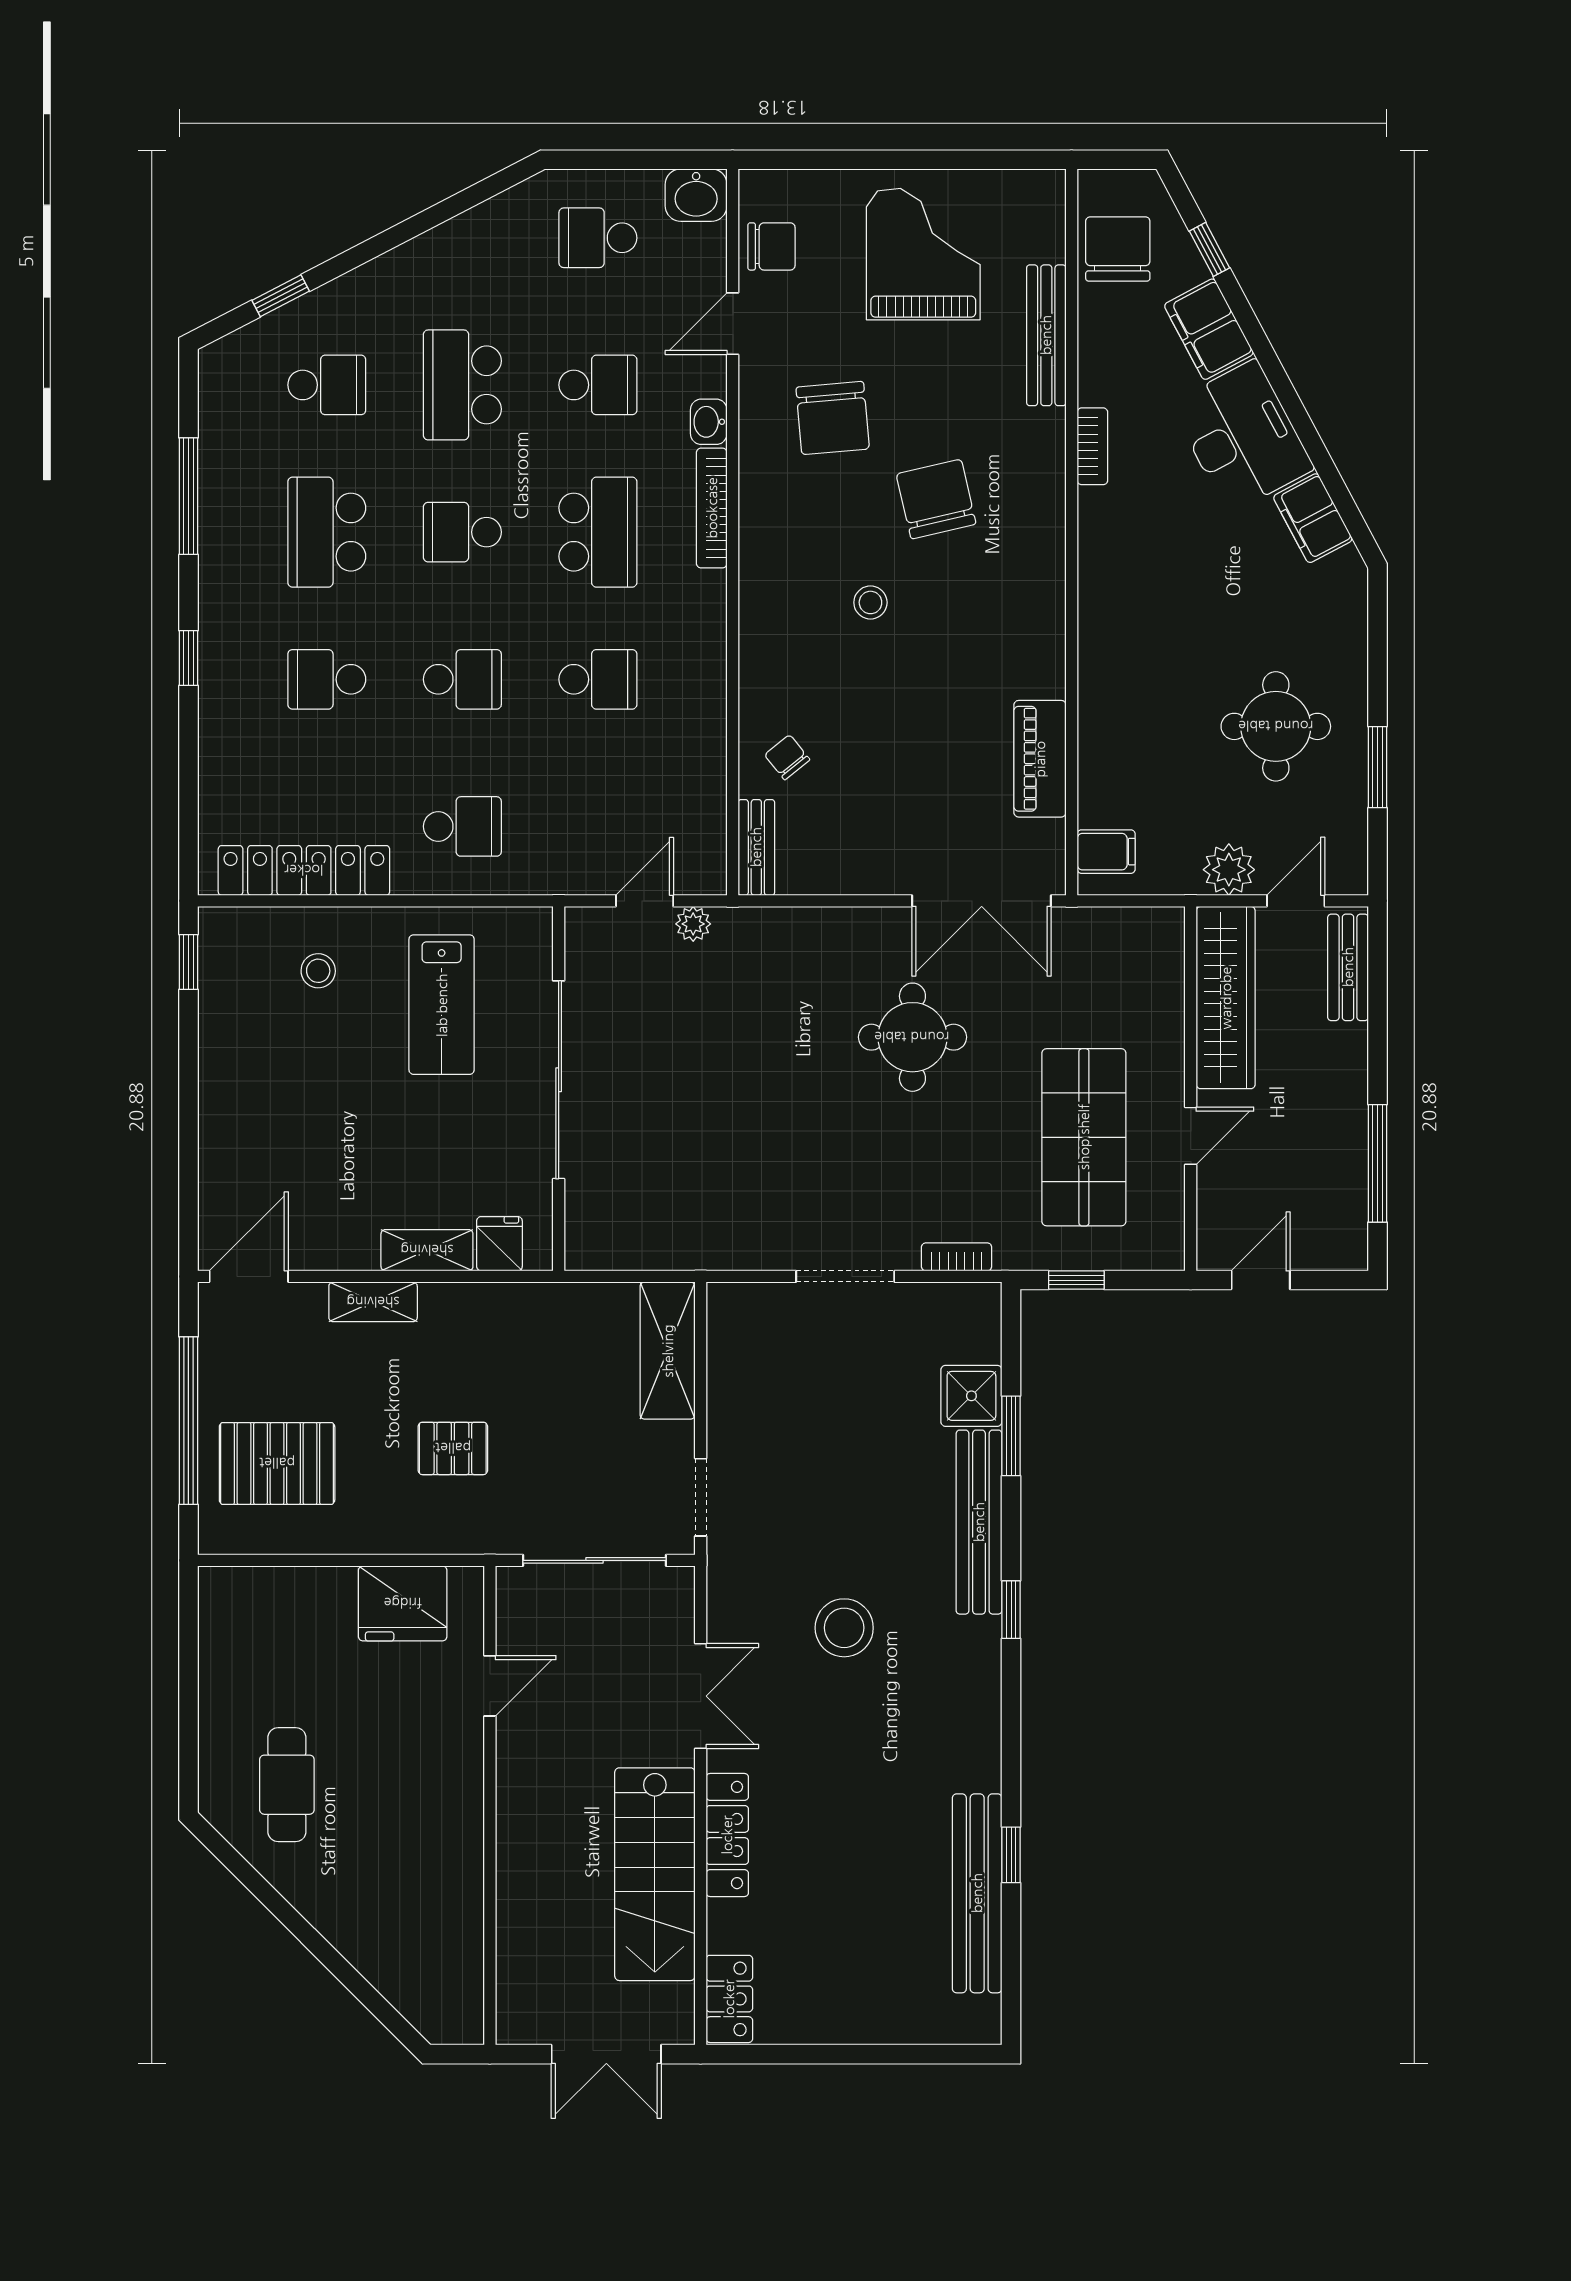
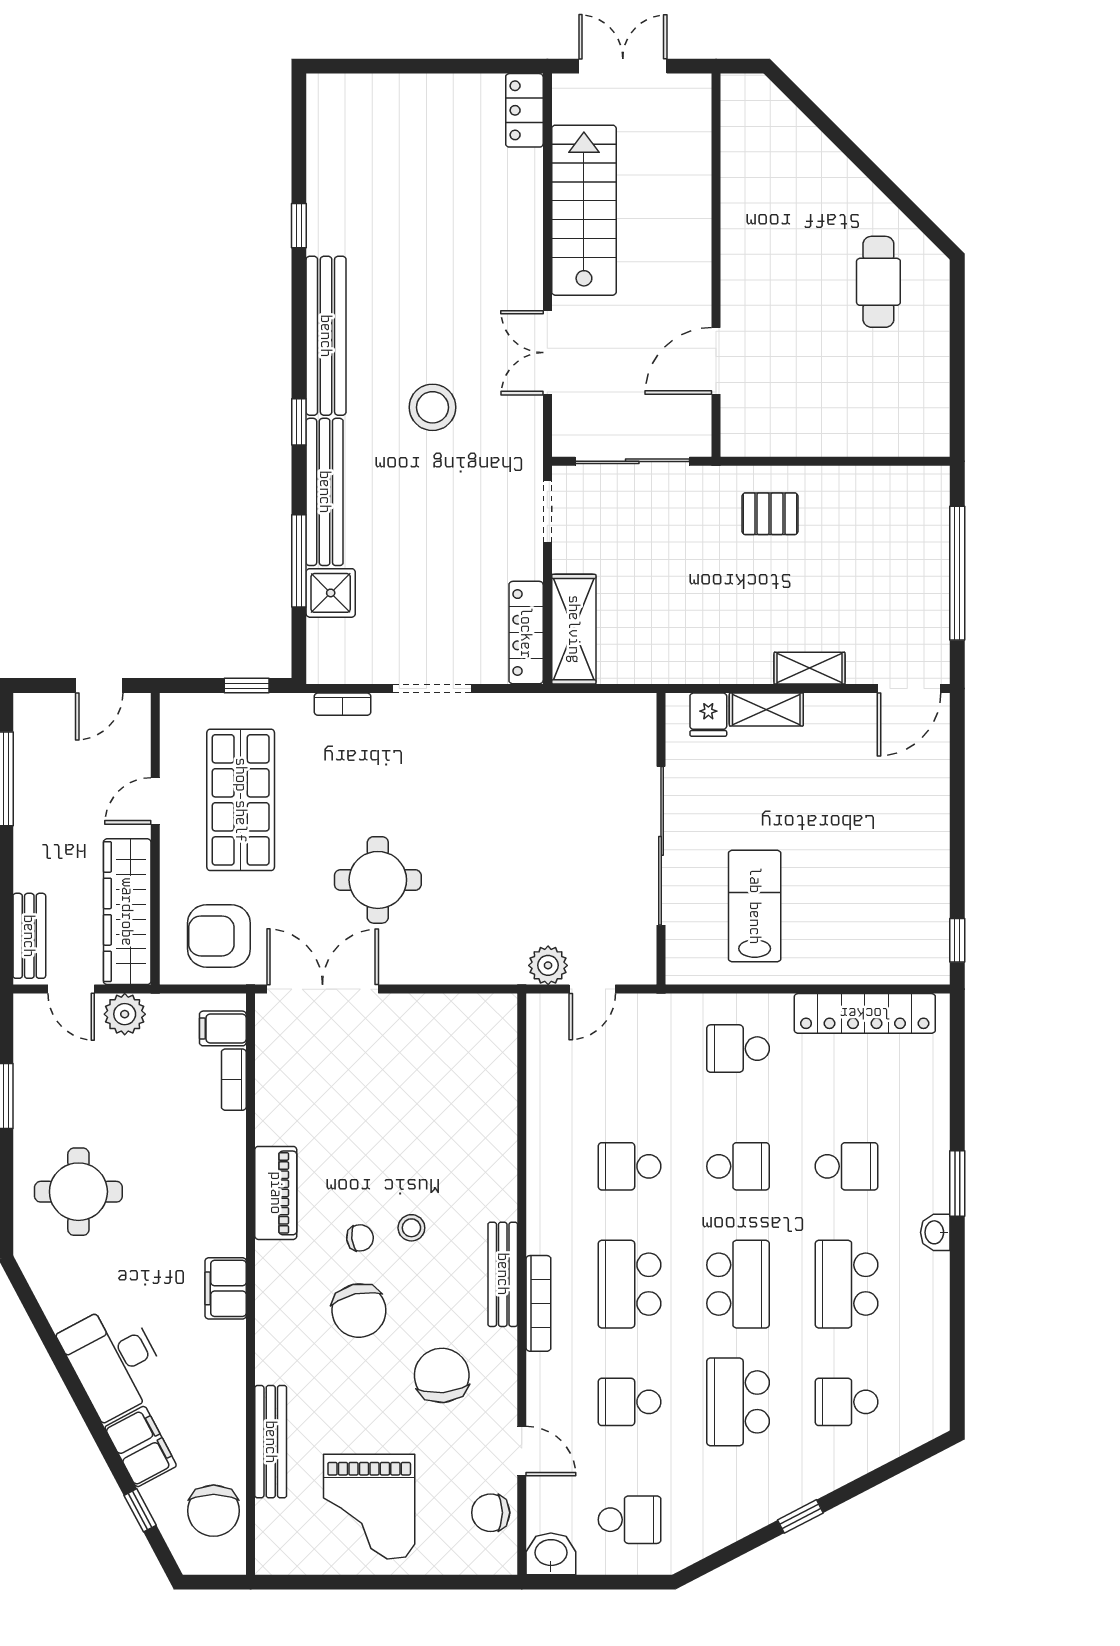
window: (281, 296) -> (800, 1516), moved
door: (733, 324) -> (522, 1451), hinge flipped
school desk: (462, 385) -> (738, 1402), turned 180
washbasin: (709, 422) -> (935, 1232), moved, turned 180
bookcase: (1092, 446) -> (234, 1080), moved
window: (188, 496) -> (957, 1313), removed
filing cabinet: (1313, 518) -> (226, 1288), moved, turned -152
school desk: (327, 532) -> (847, 1284), turned 180
school desk: (462, 532) -> (738, 1284), width x1.85
window: (188, 658) -> (957, 1183), width x1.50
school desk: (462, 679) -> (738, 1166), turned 180
round table: (1276, 726) -> (78, 1192), moved
chair: (787, 757) -> (360, 1238), moved, turned -58
piano: (1040, 759) -> (276, 1193), moved
bench: (756, 847) -> (503, 1274), moved, width x1.36
door: (1296, 901) -> (71, 989), hinge flipped
plant: (693, 924) -> (548, 965), width x1.38, depth x1.38
armchair: (1111, 967) -> (219, 936), added
stool: (318, 971) -> (853, 933), removed
window: (1011, 1436) -> (299, 561), width x1.44
pallet: (453, 1448) -> (770, 514), moved
pallet: (277, 1463) -> (886, 539), removed
fridge: (403, 1603) -> (786, 427), removed
door: (490, 1686) -> (716, 361), width x1.38
locker: (727, 1835) -> (526, 633), moved
bench: (977, 1893) -> (326, 336), moved

